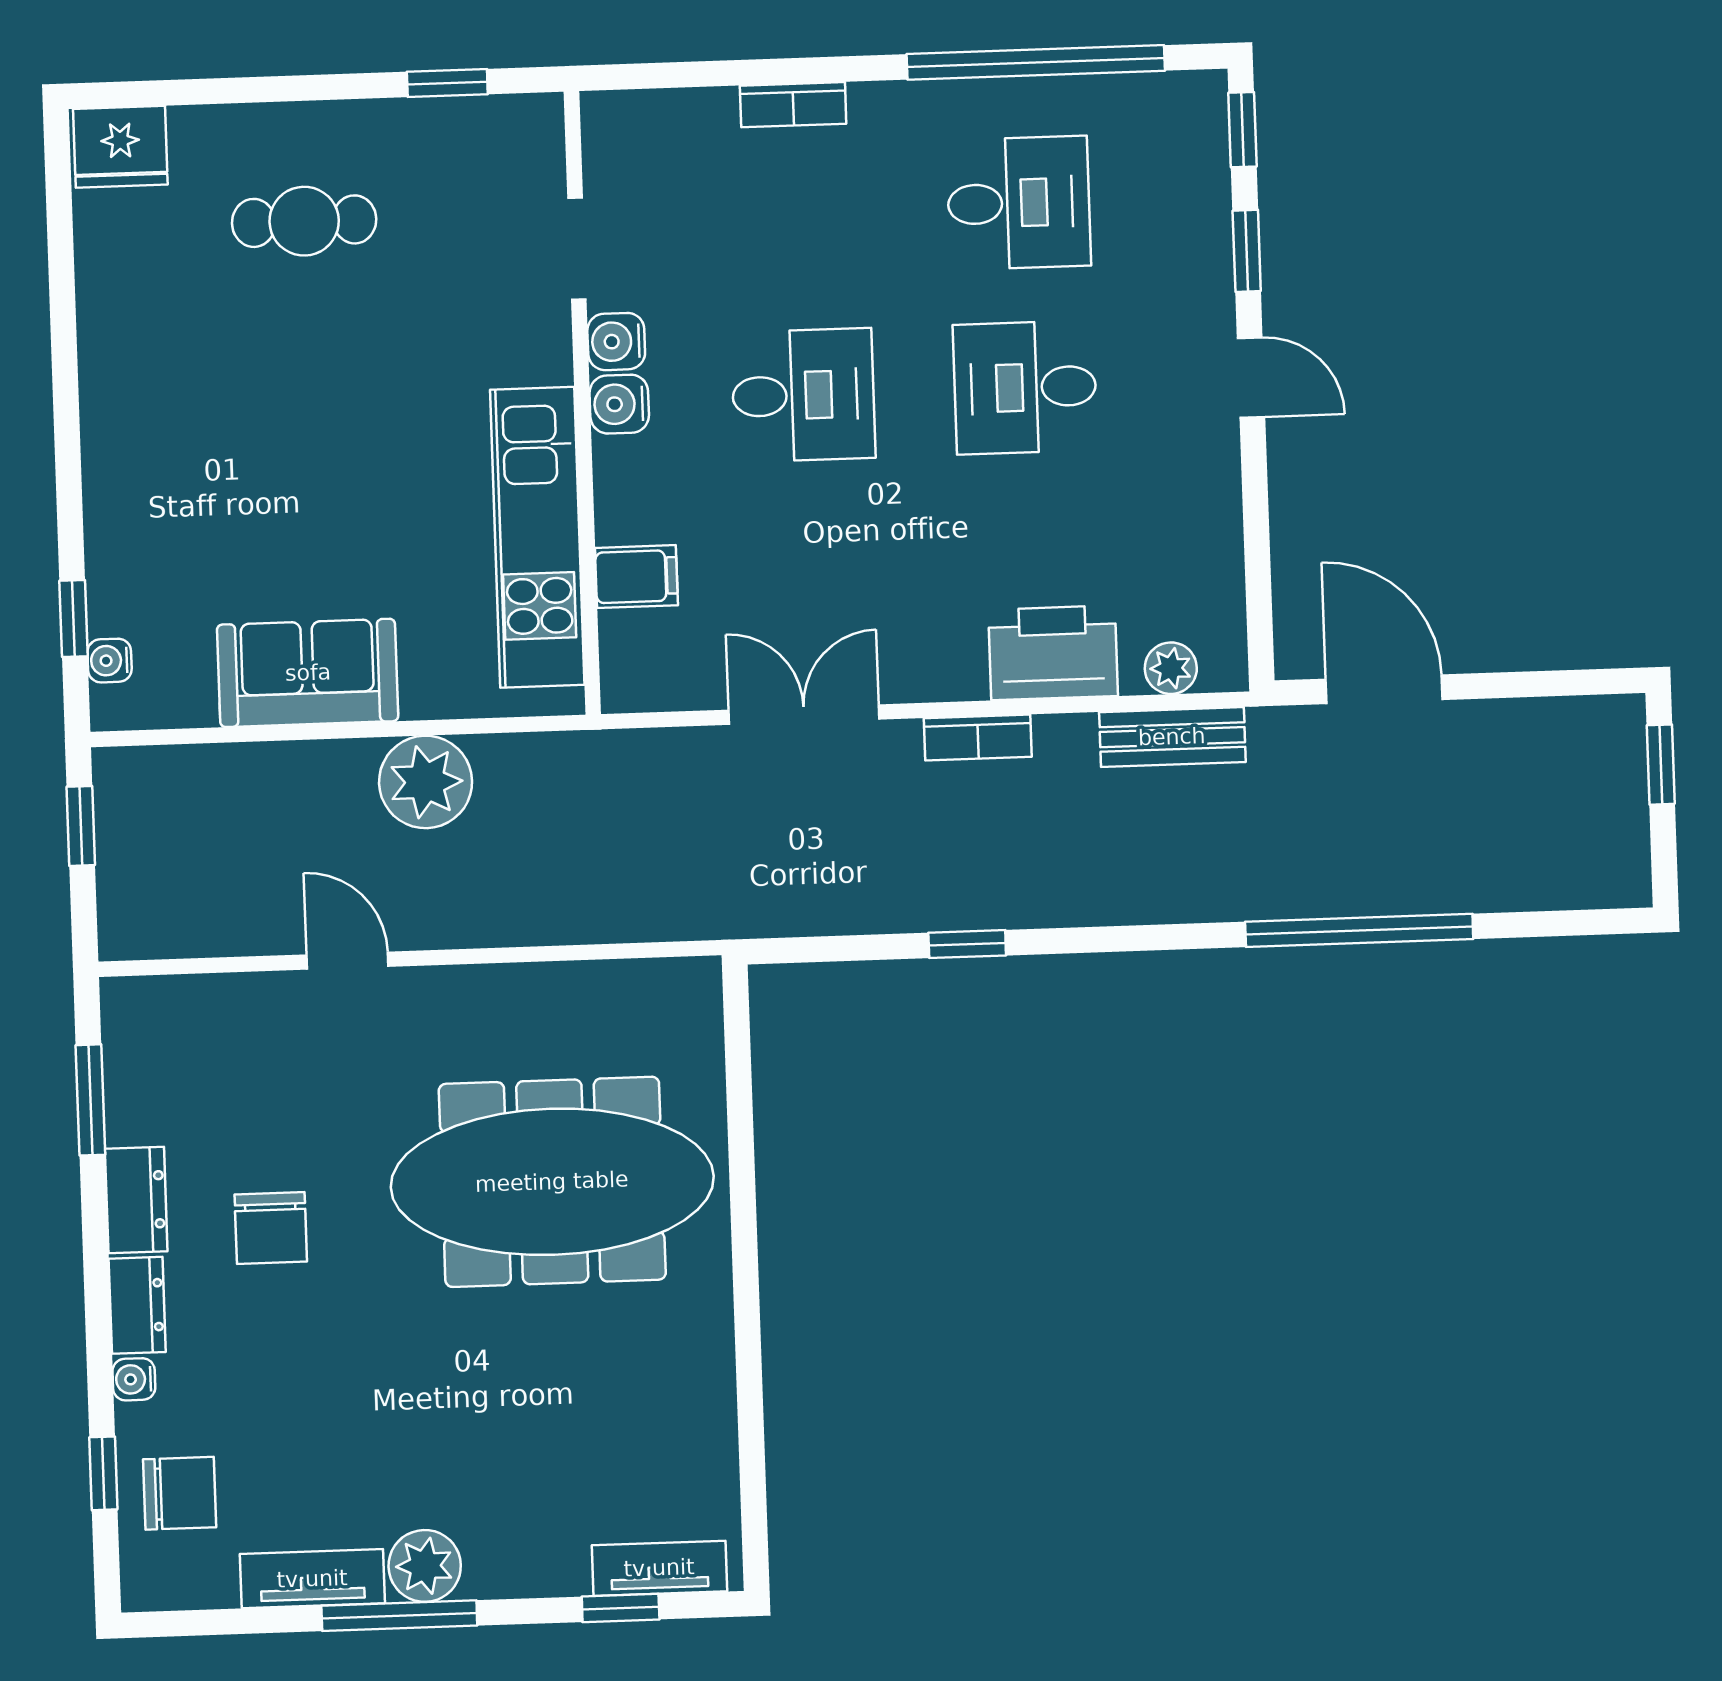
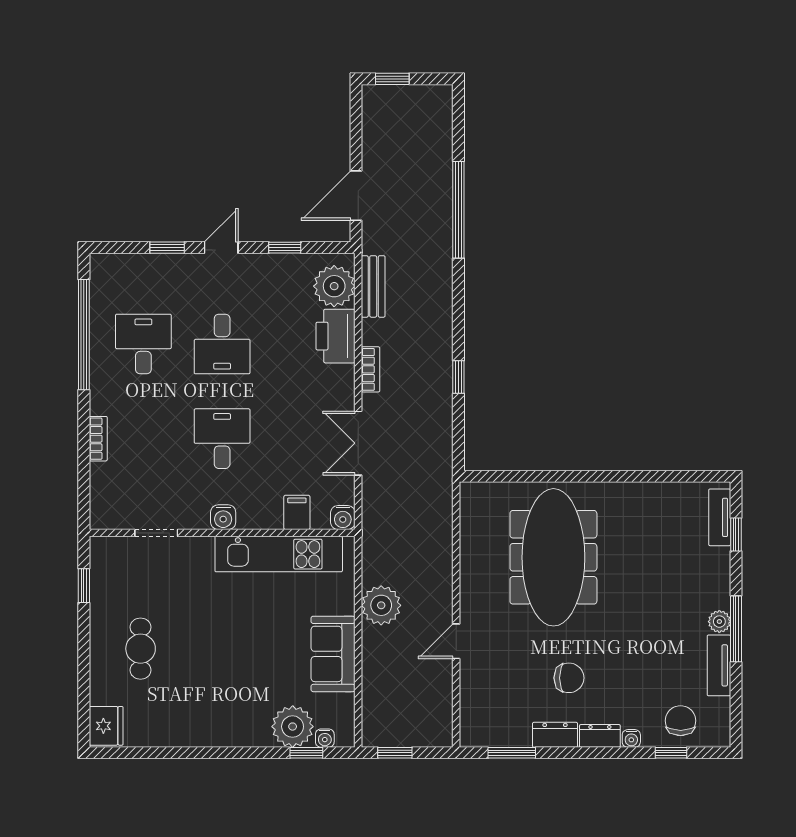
window: (1242, 130) -> (285, 248), moved
water cooler: (616, 342) -> (343, 518), moved
plant: (134, 584) -> (293, 727), added
plant: (1171, 668) -> (334, 286), width x1.88, depth x1.88
plant: (425, 1566) -> (719, 622), width x0.73, depth x0.73

